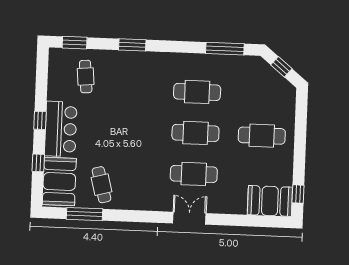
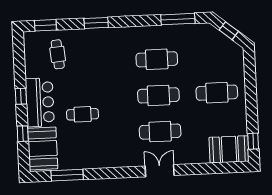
cafe table: (101, 185) -> (83, 114), moved, turned -75

